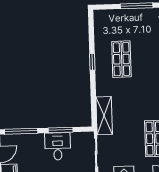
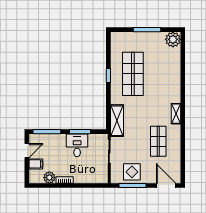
shop shelf: (121, 59) -> (133, 74), width x1.43, depth x1.36

